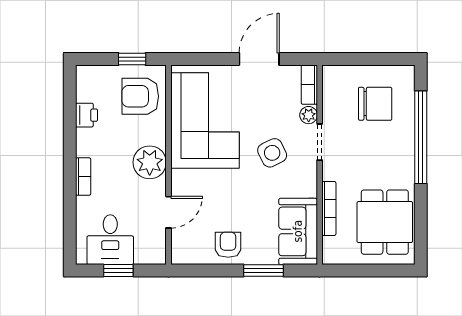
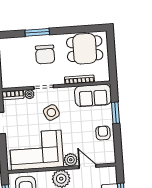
chair: (375, 104) -> (45, 54), moved, turned 180
window: (421, 137) -> (37, 32), width x0.47
plant: (183, 182) -> (71, 160), added
armchair: (228, 245) -> (103, 133), turned 90

